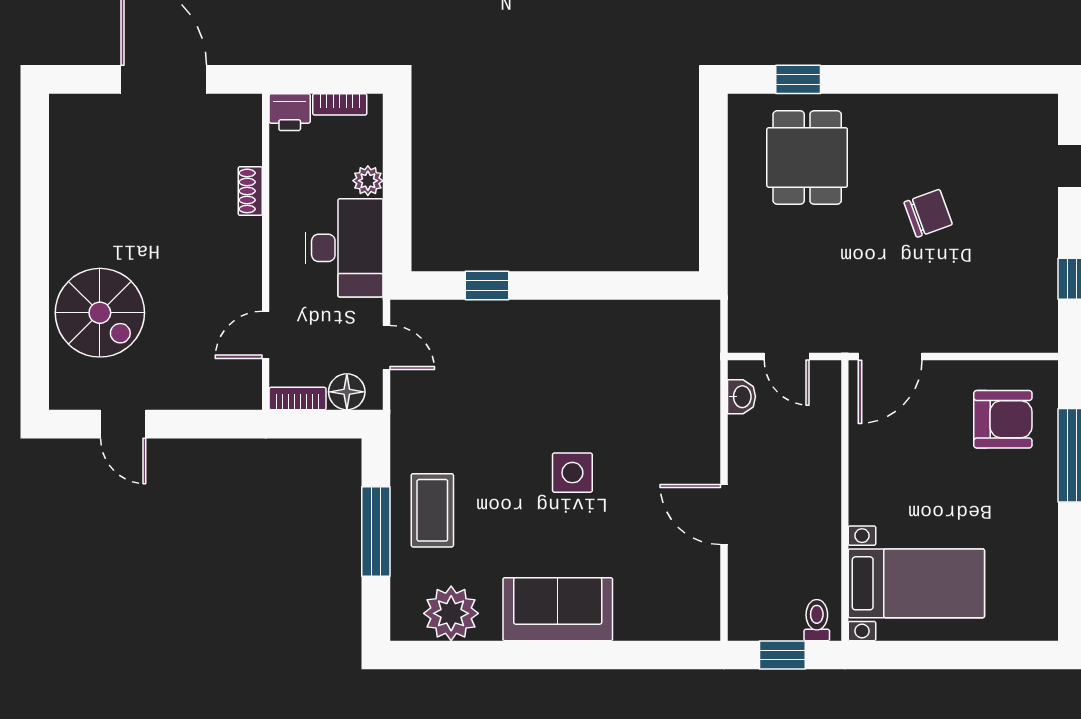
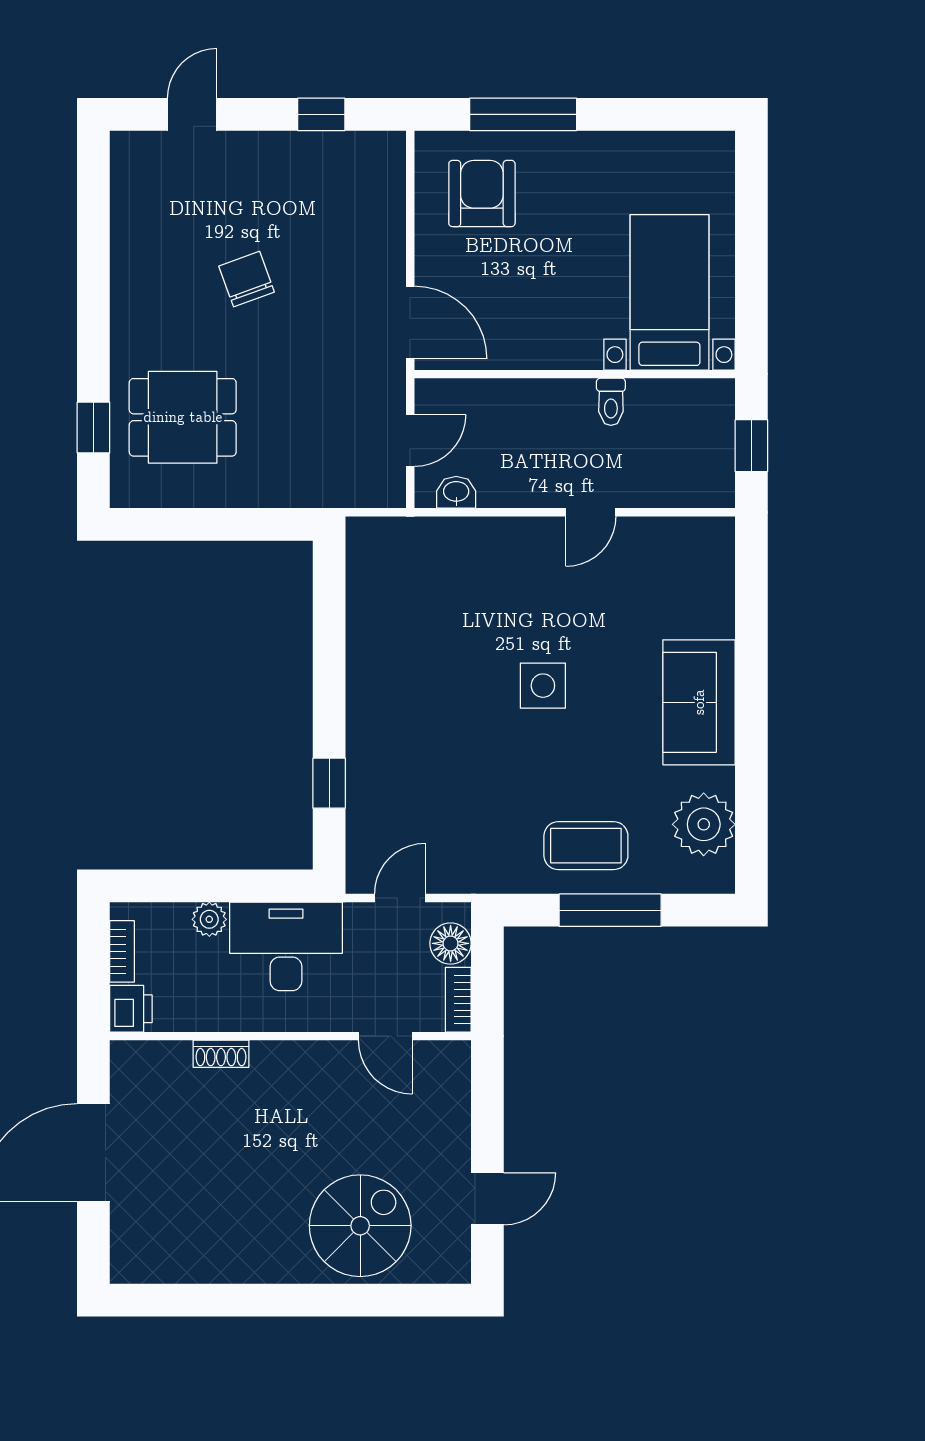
door: (724, 515) -> (591, 512), width x0.73
toilet: (817, 620) -> (611, 402), moved, turned -90

